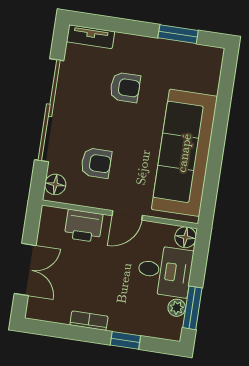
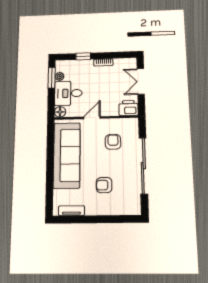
window: (178, 34) -> (80, 219), removed
tv unit: (90, 37) -> (71, 211), moved
armchair: (96, 163) -> (113, 142), turned 90
floor lamp: (55, 184) -> (133, 127), removed
printer: (84, 226) -> (128, 108), moved

